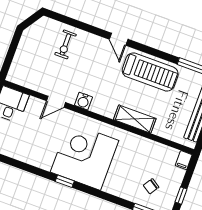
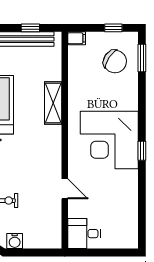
water cooler: (83, 101) -> (15, 241), moved, turned 90
chair: (151, 186) -> (115, 62), width x1.87, depth x1.87

